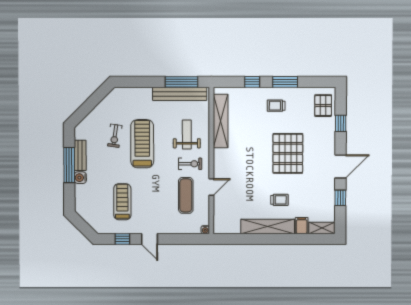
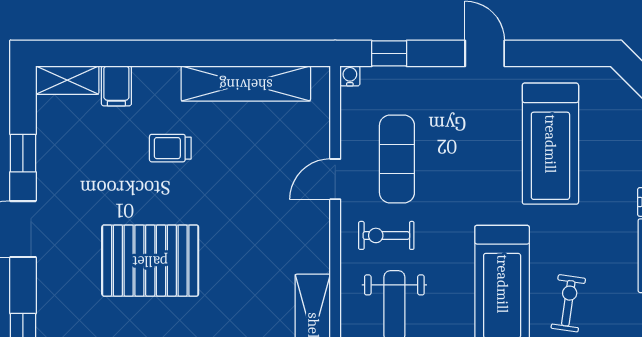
pallet: (288, 153) -> (150, 261), turned 90
treadmill: (122, 202) -> (550, 144), width x1.37, depth x1.38
shelving: (268, 226) -> (246, 84), moved
window: (122, 239) -> (389, 53), moved

